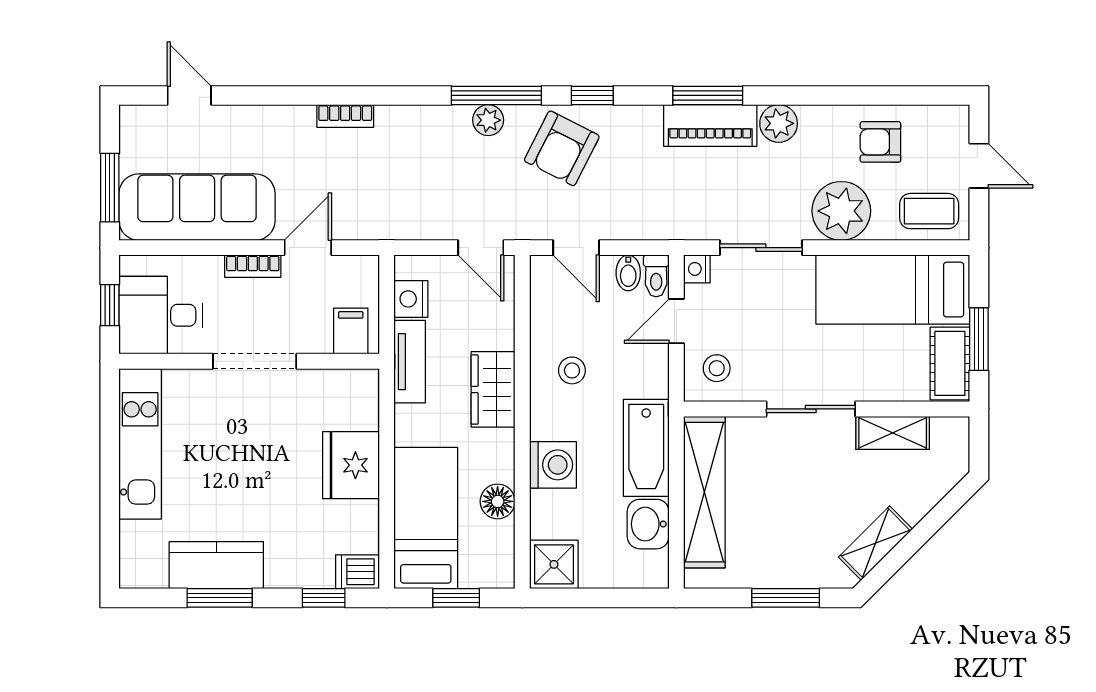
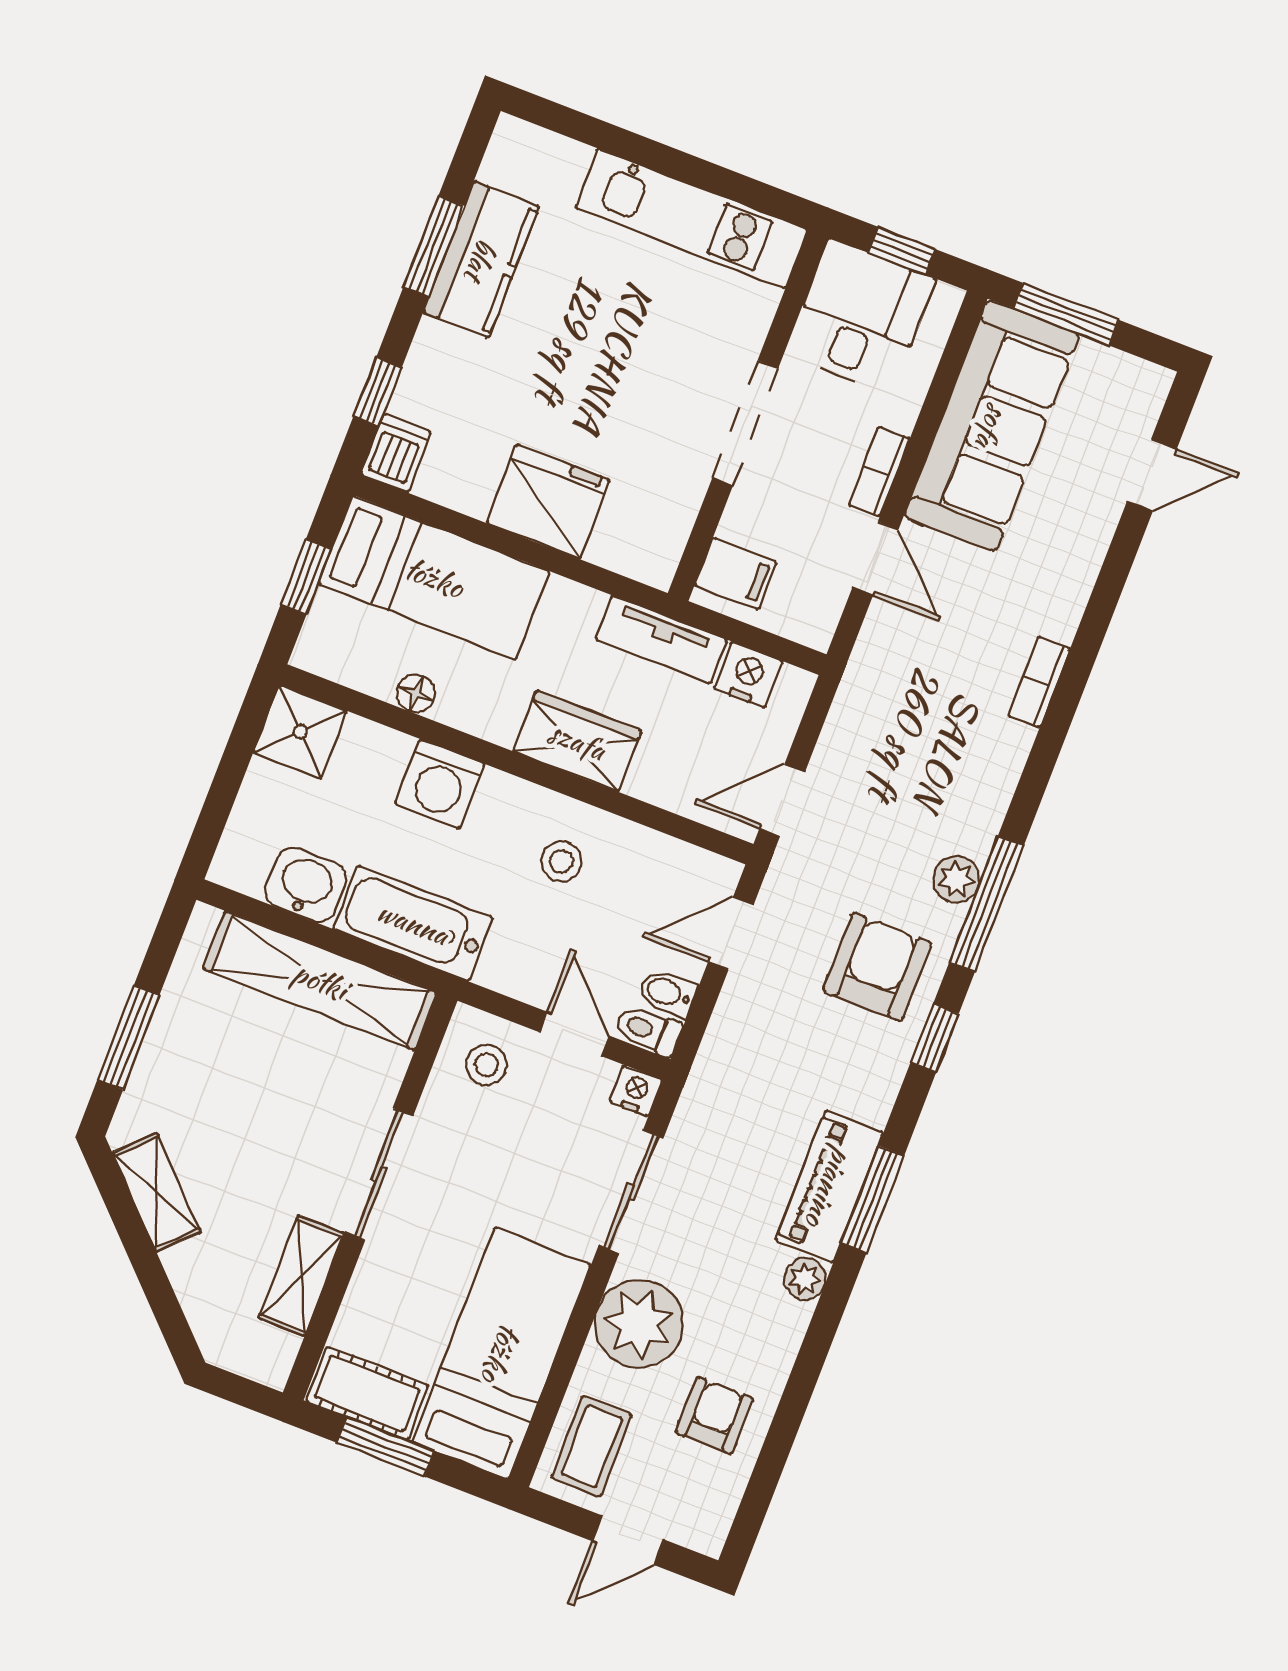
plant: (779, 123) -> (805, 1279), width x0.73, depth x0.73
armchair: (562, 148) -> (877, 967), turned 63
floor lamp: (498, 501) -> (416, 693), width x0.73, depth x0.73

